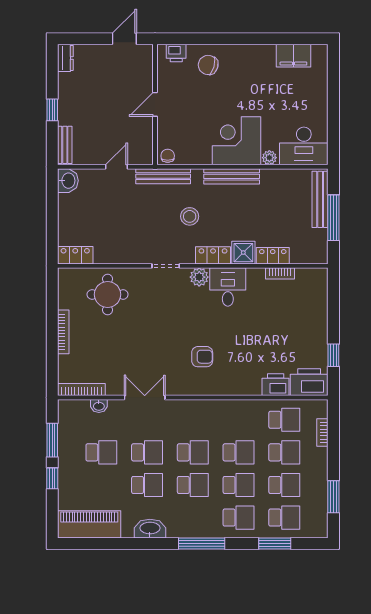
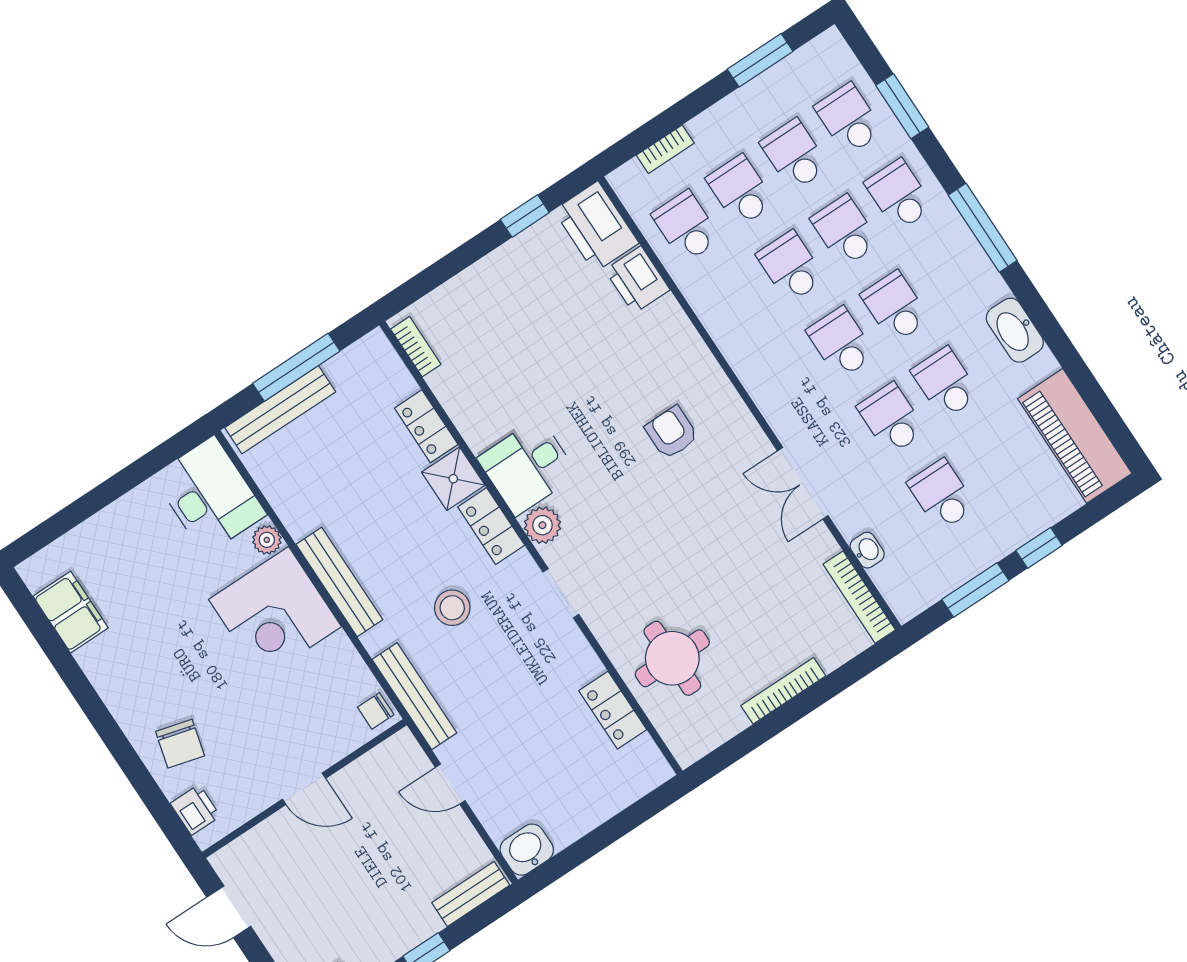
locker: (75, 255) -> (613, 710), moved
bookcase: (280, 273) -> (416, 347), moved

